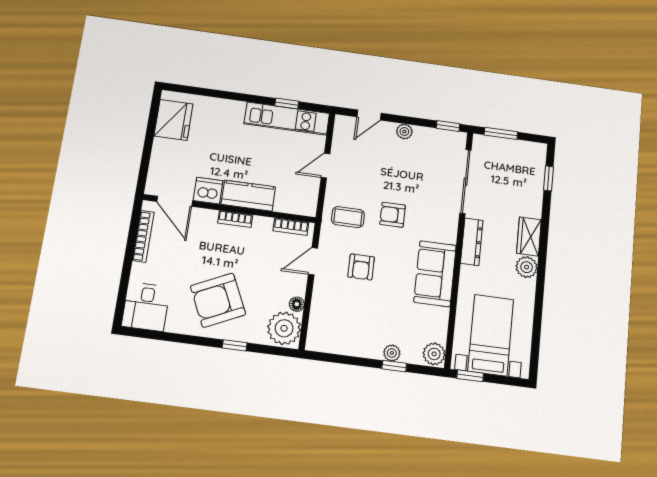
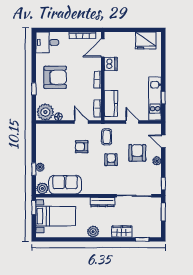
armchair: (385, 165) -> (137, 153), added
kitchen counter: (248, 196) -> (111, 104), moved
wardrobe: (529, 236) -> (122, 232), moved
sofa: (435, 274) -> (65, 185), moved
armchair: (218, 300) -> (55, 77), turned 115

